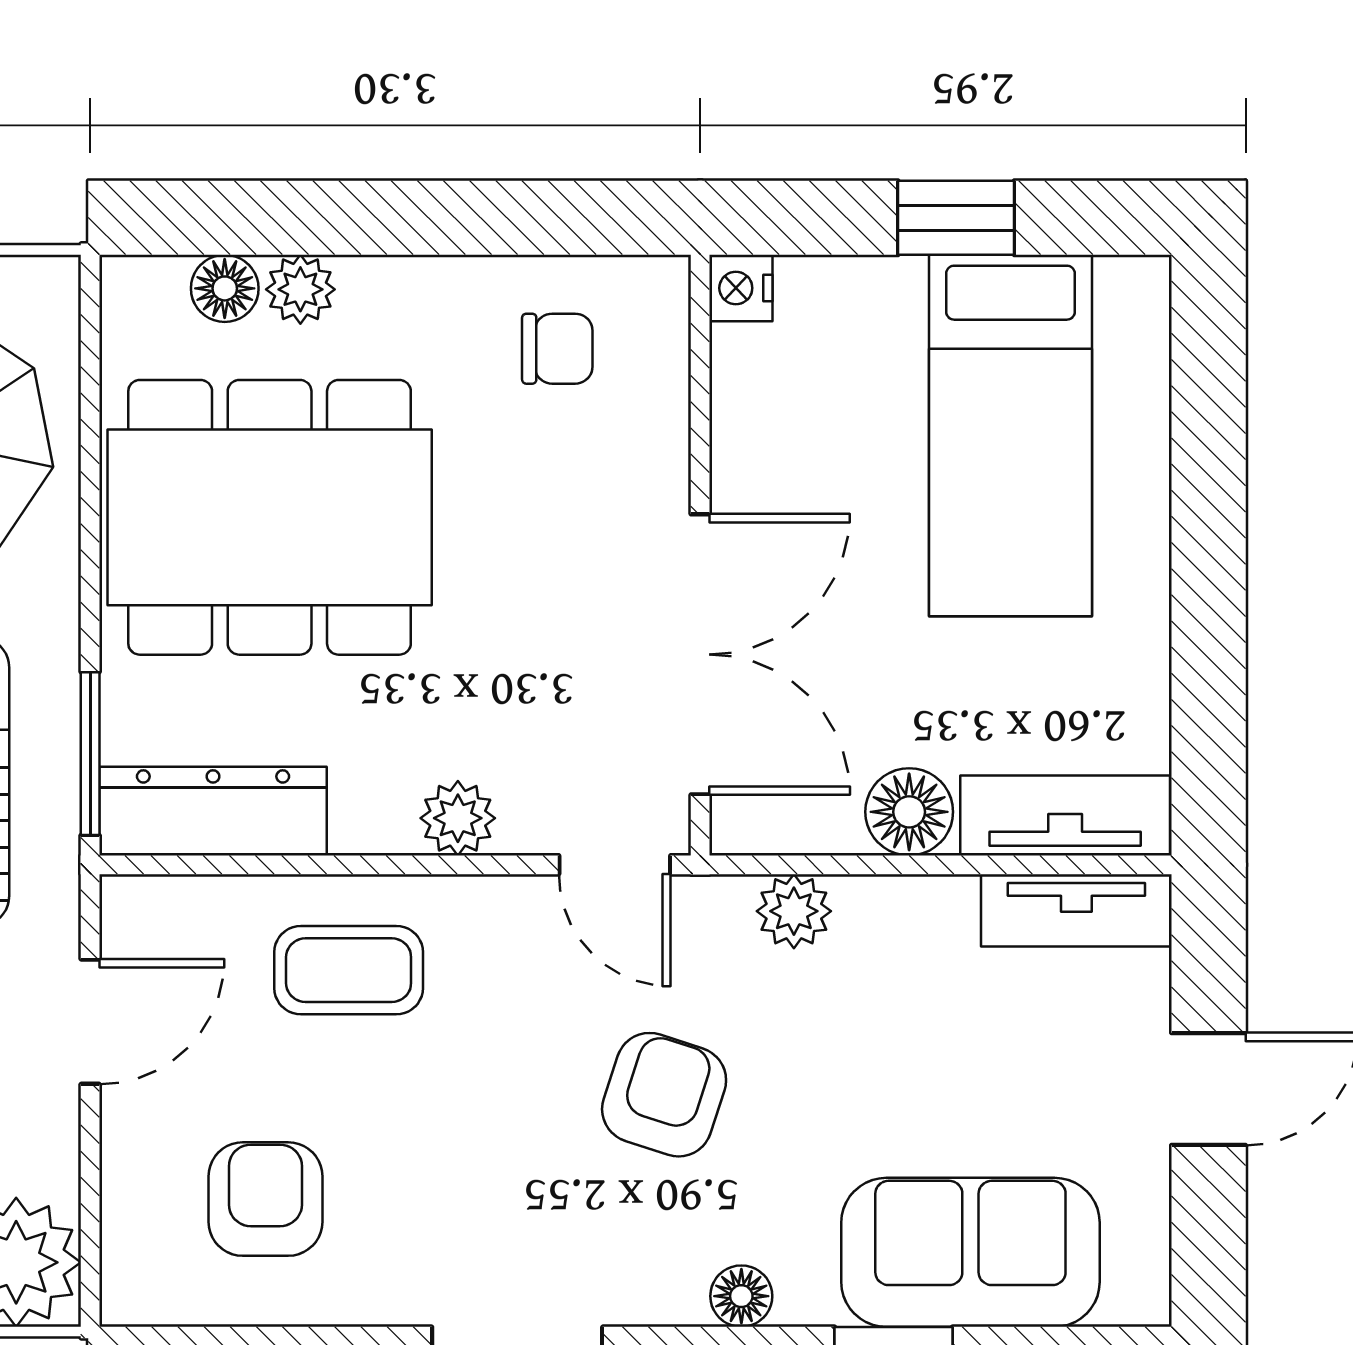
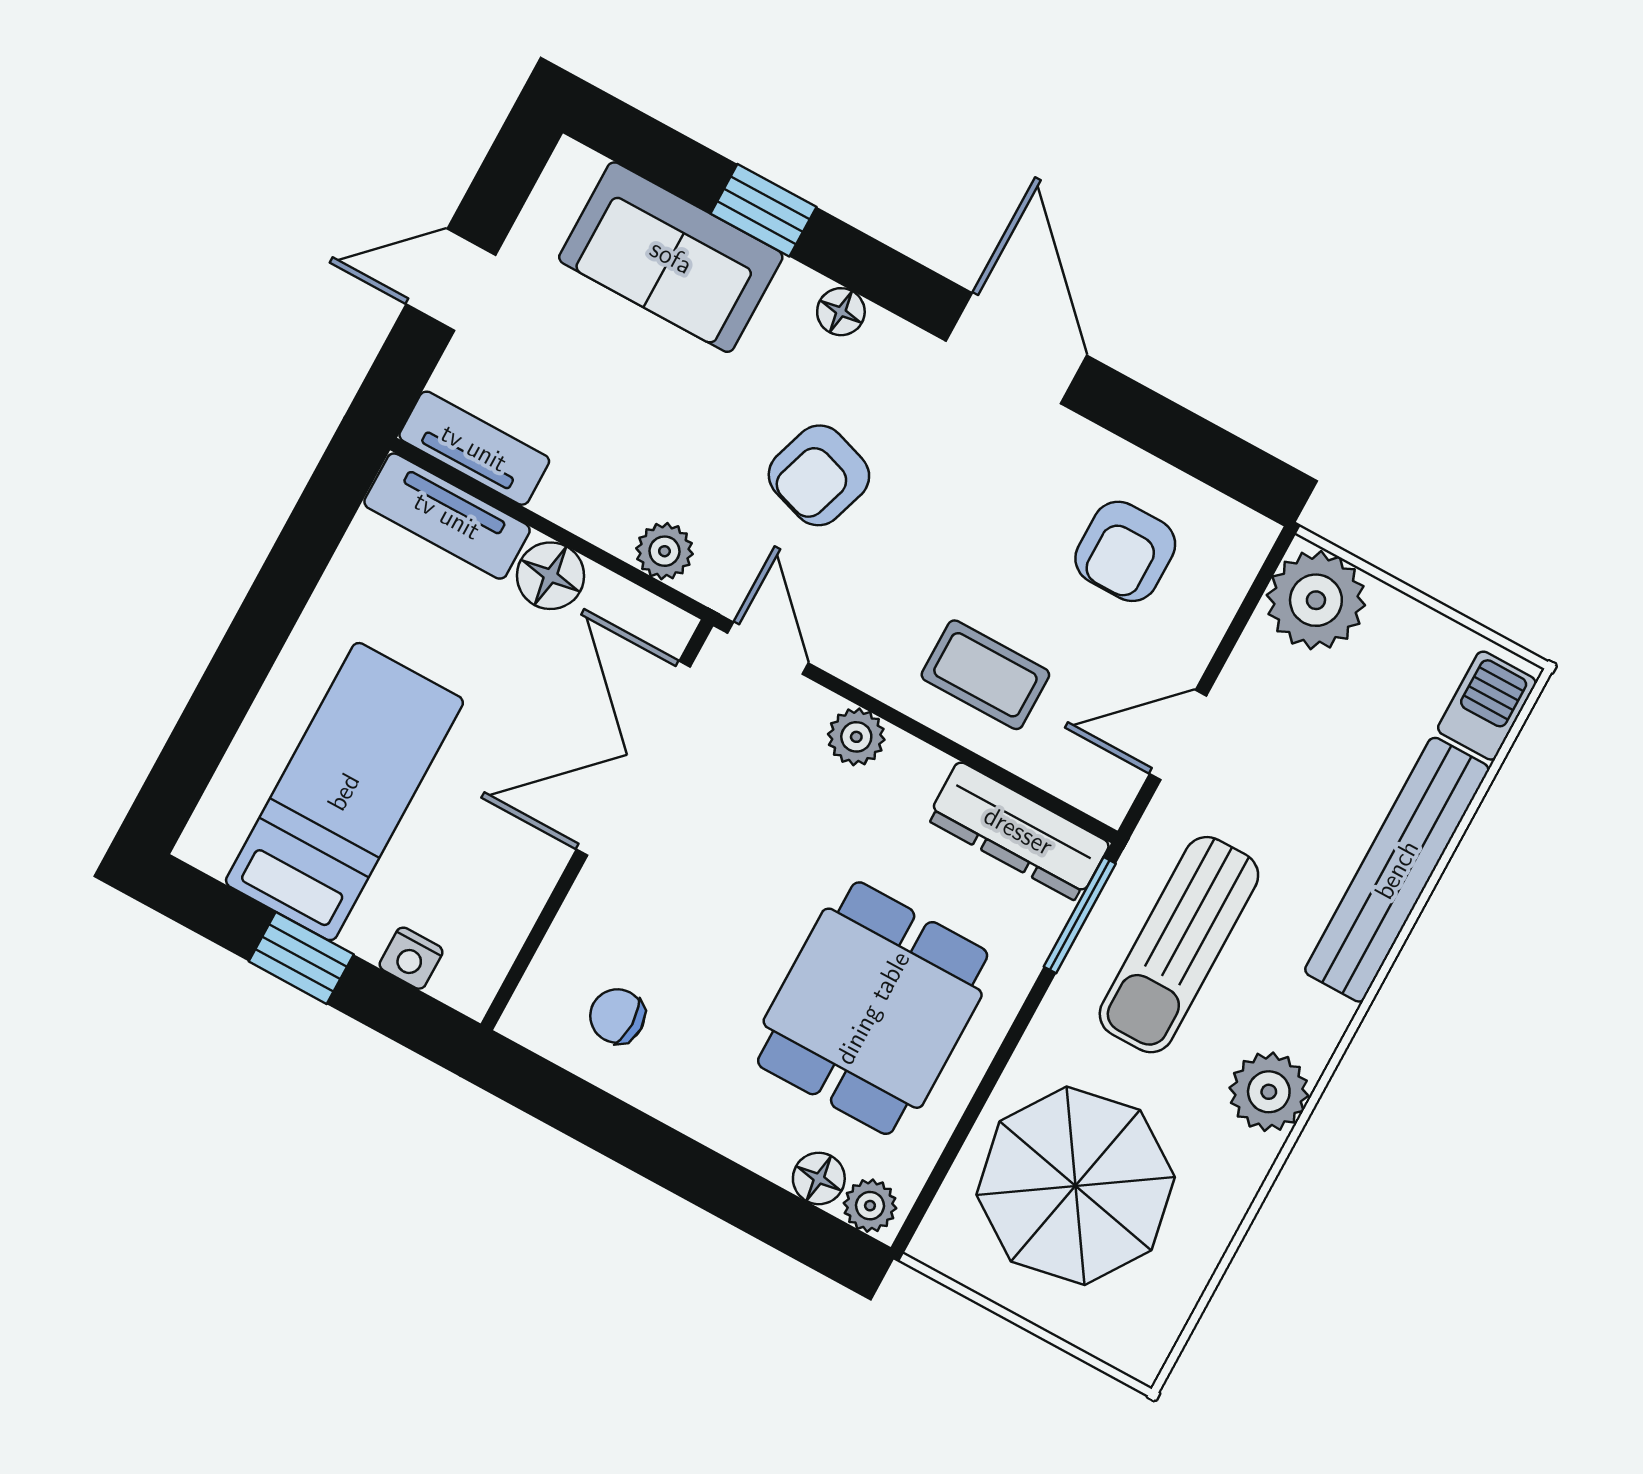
nightstand: (741, 288) -> (411, 958), moved, turned 90
plant: (300, 289) -> (870, 1206), moved
dining table: (270, 517) -> (873, 1008), width x0.73

